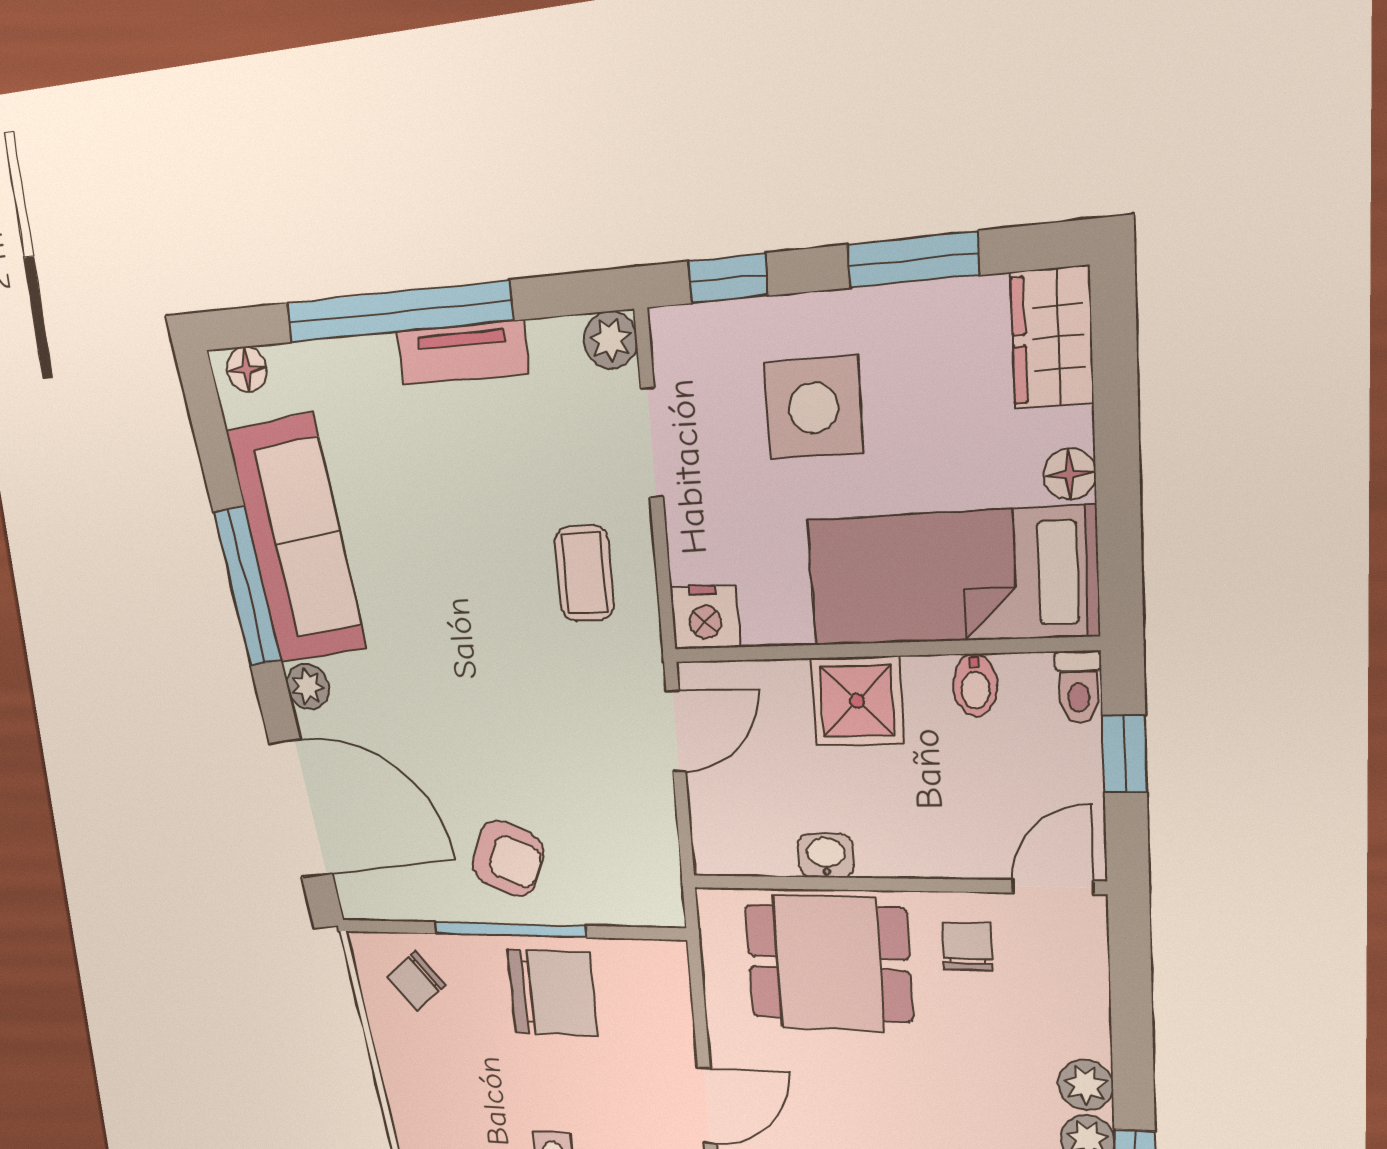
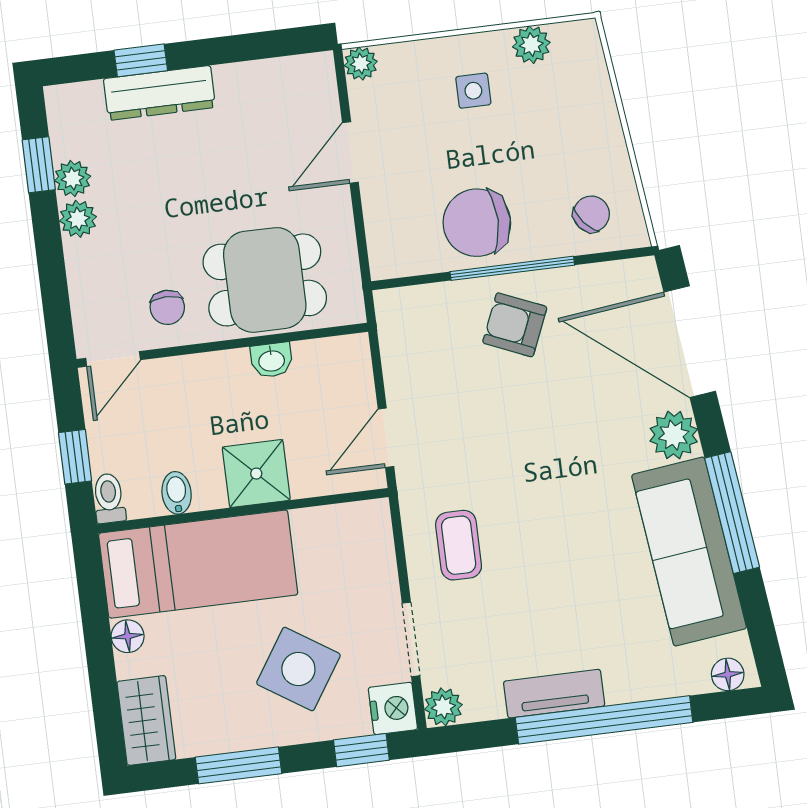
side table: (813, 408) -> (298, 669), turned 33
nightstand: (705, 617) -> (393, 708), moved, turned 90
plant: (308, 687) -> (674, 435), width x1.38, depth x1.38

